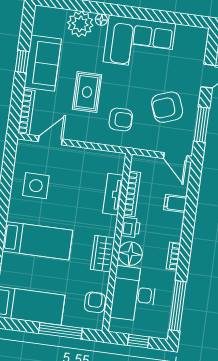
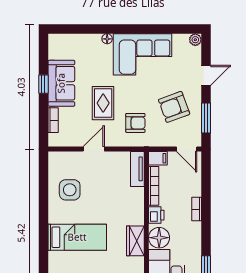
plant: (80, 24) -> (195, 40), moved, width x0.53, depth x0.53
bookcase: (27, 112) -> (53, 120), width x0.64
door: (50, 140) -> (94, 149), moved
tv unit: (113, 194) -> (137, 169), moved
filing cabinet: (175, 203) -> (158, 158), moved, turned 180
bookcase: (173, 256) -> (197, 209), moved

